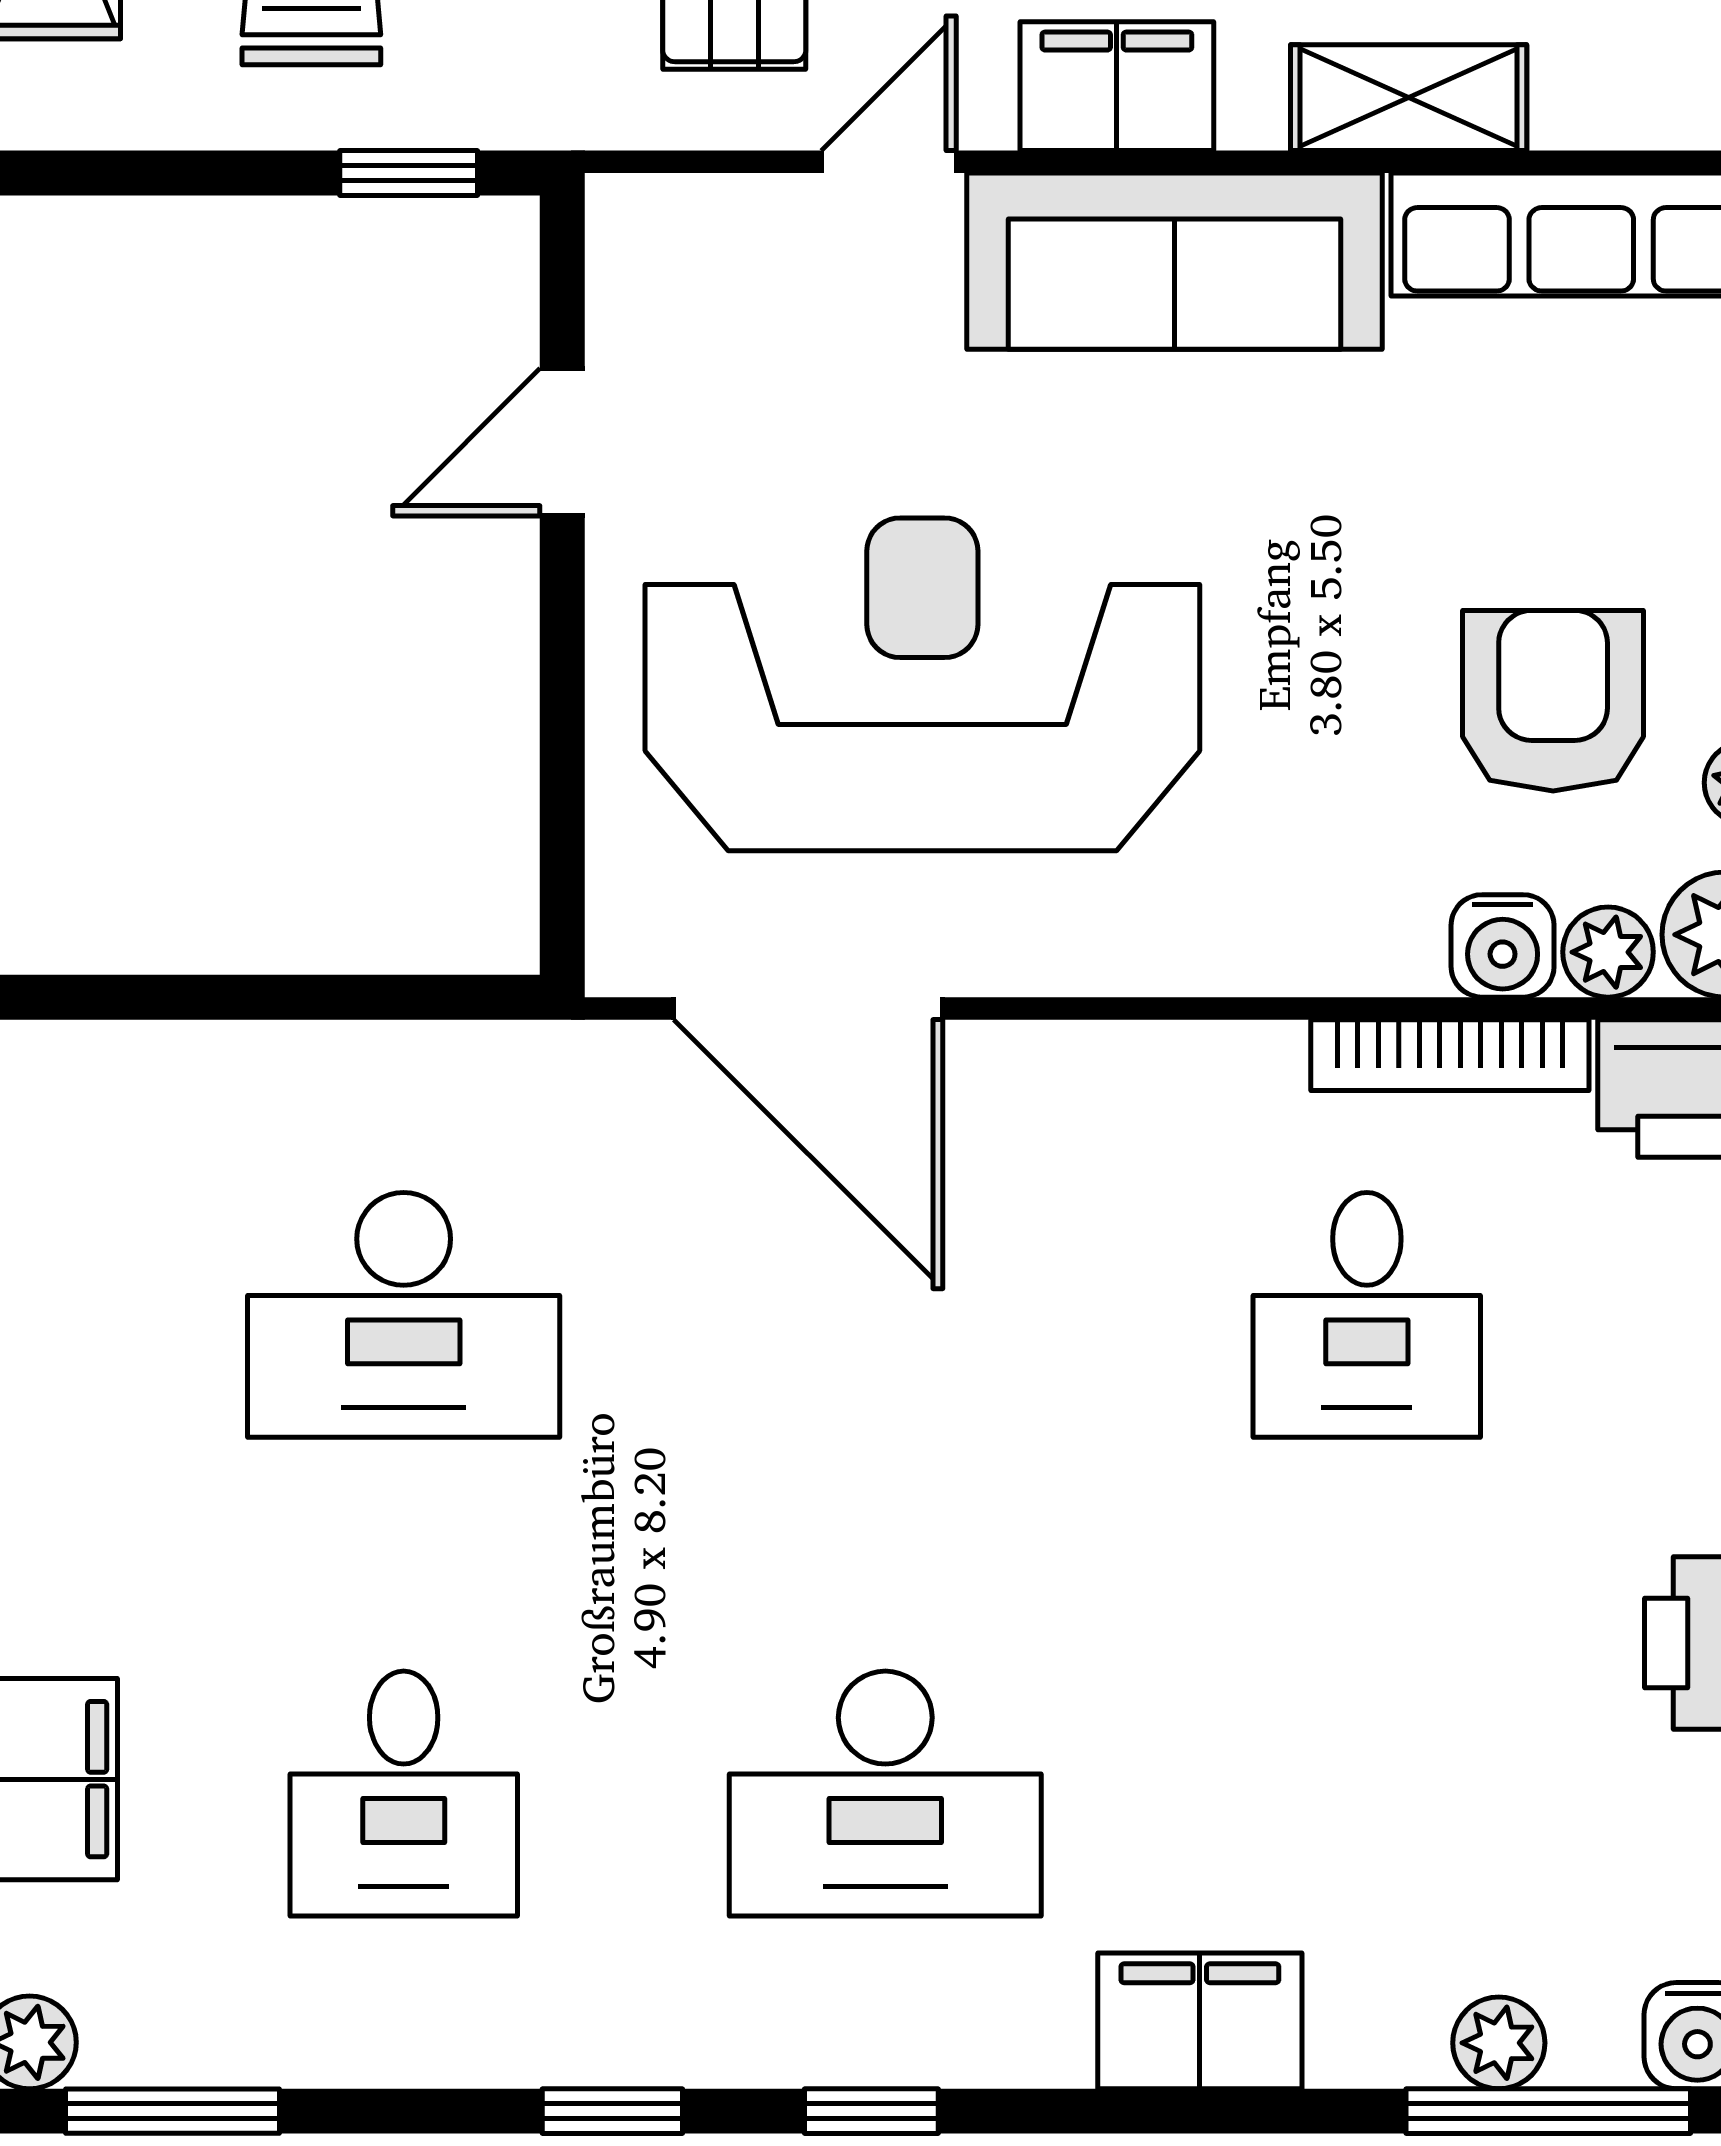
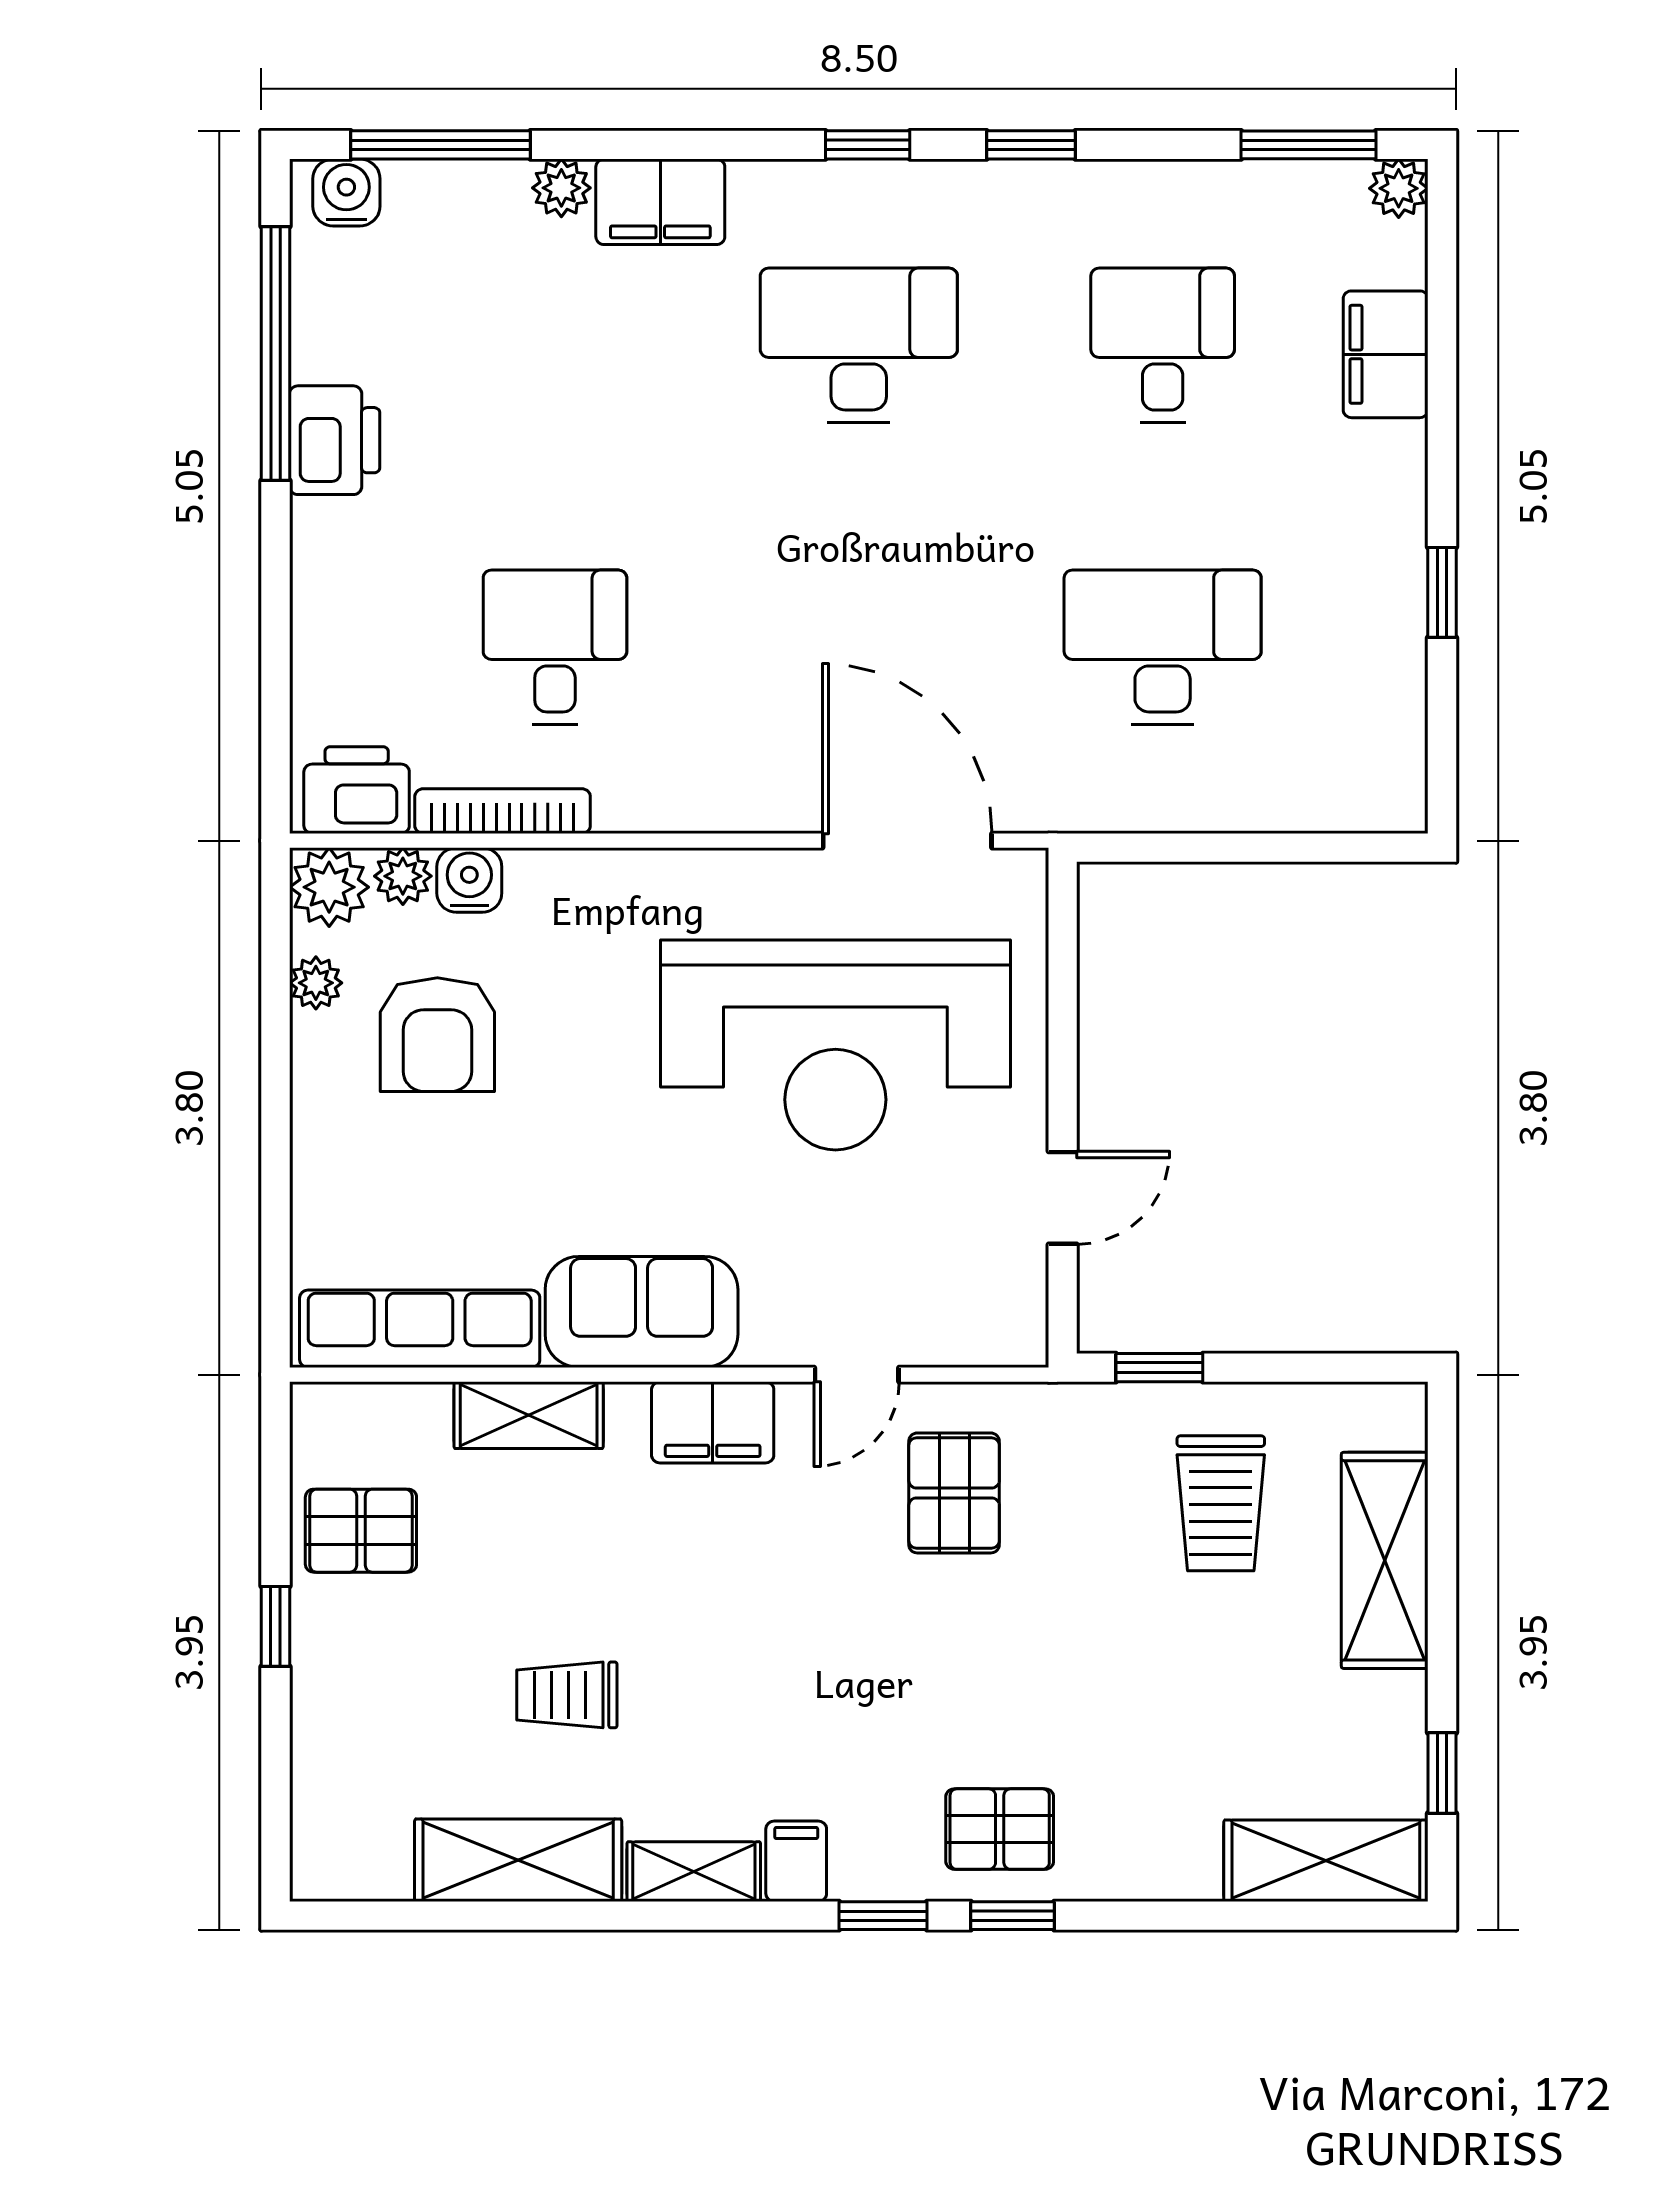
sofa: (1175, 261) -> (642, 1312), width x0.73
plant: (1499, 2043) -> (561, 188), moved

